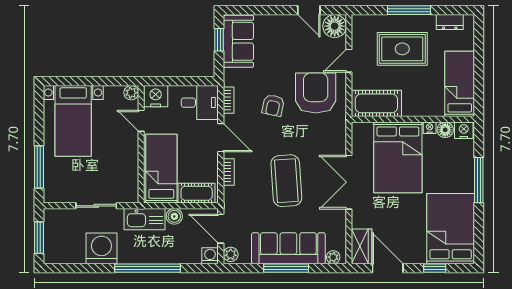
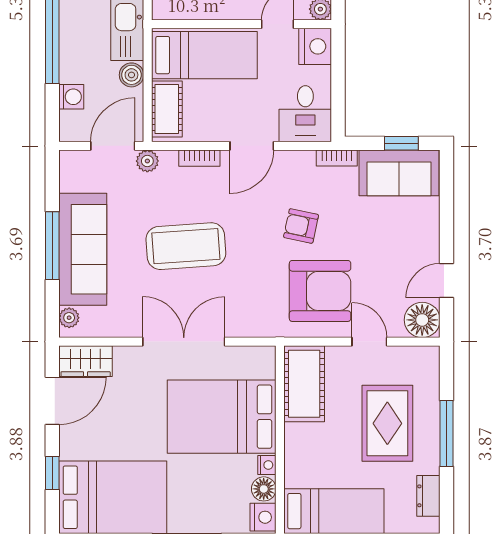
bookcase: (229, 100) -> (337, 158), moved
plant: (231, 254) -> (147, 161), moved
washing machine: (210, 256) -> (71, 97), moved

